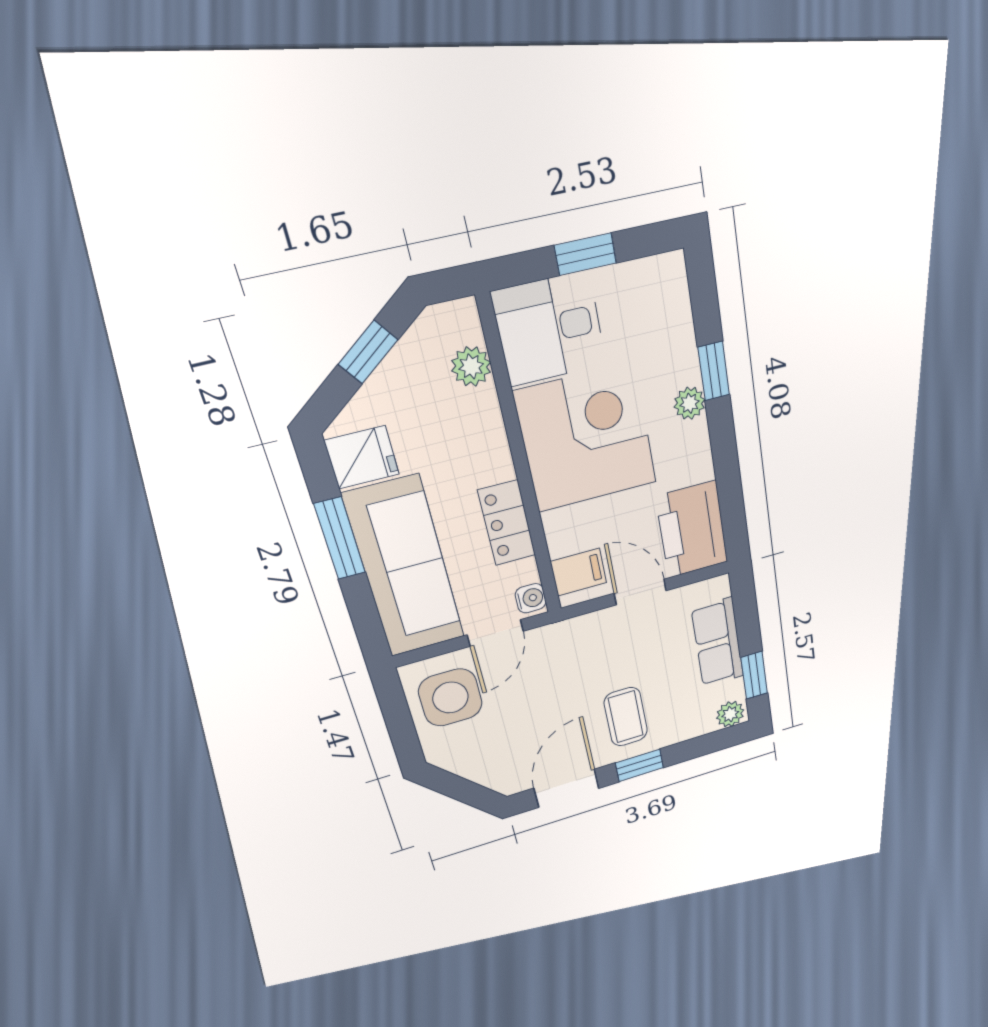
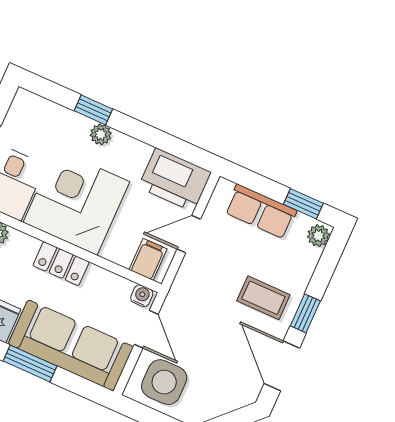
locker: (507, 523) -> (61, 264), moved

